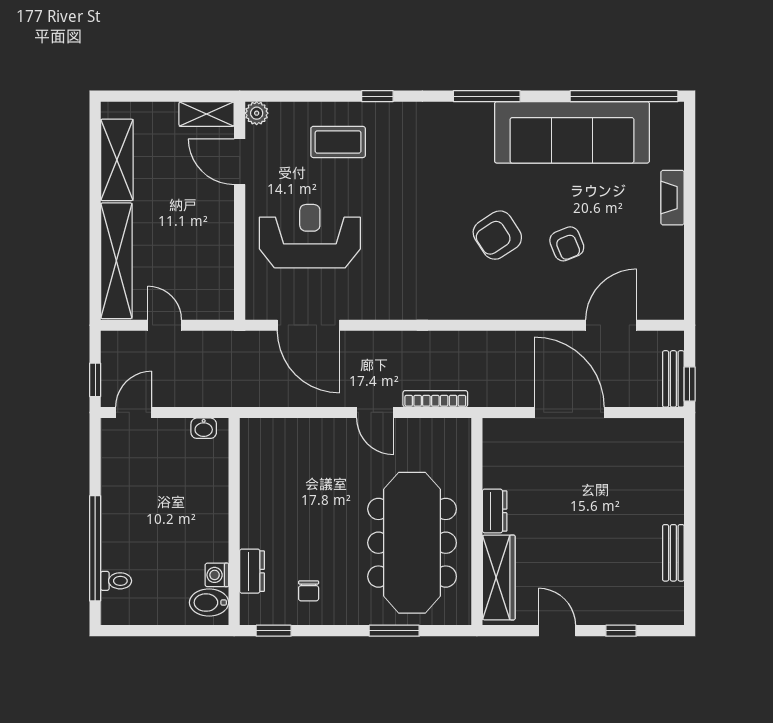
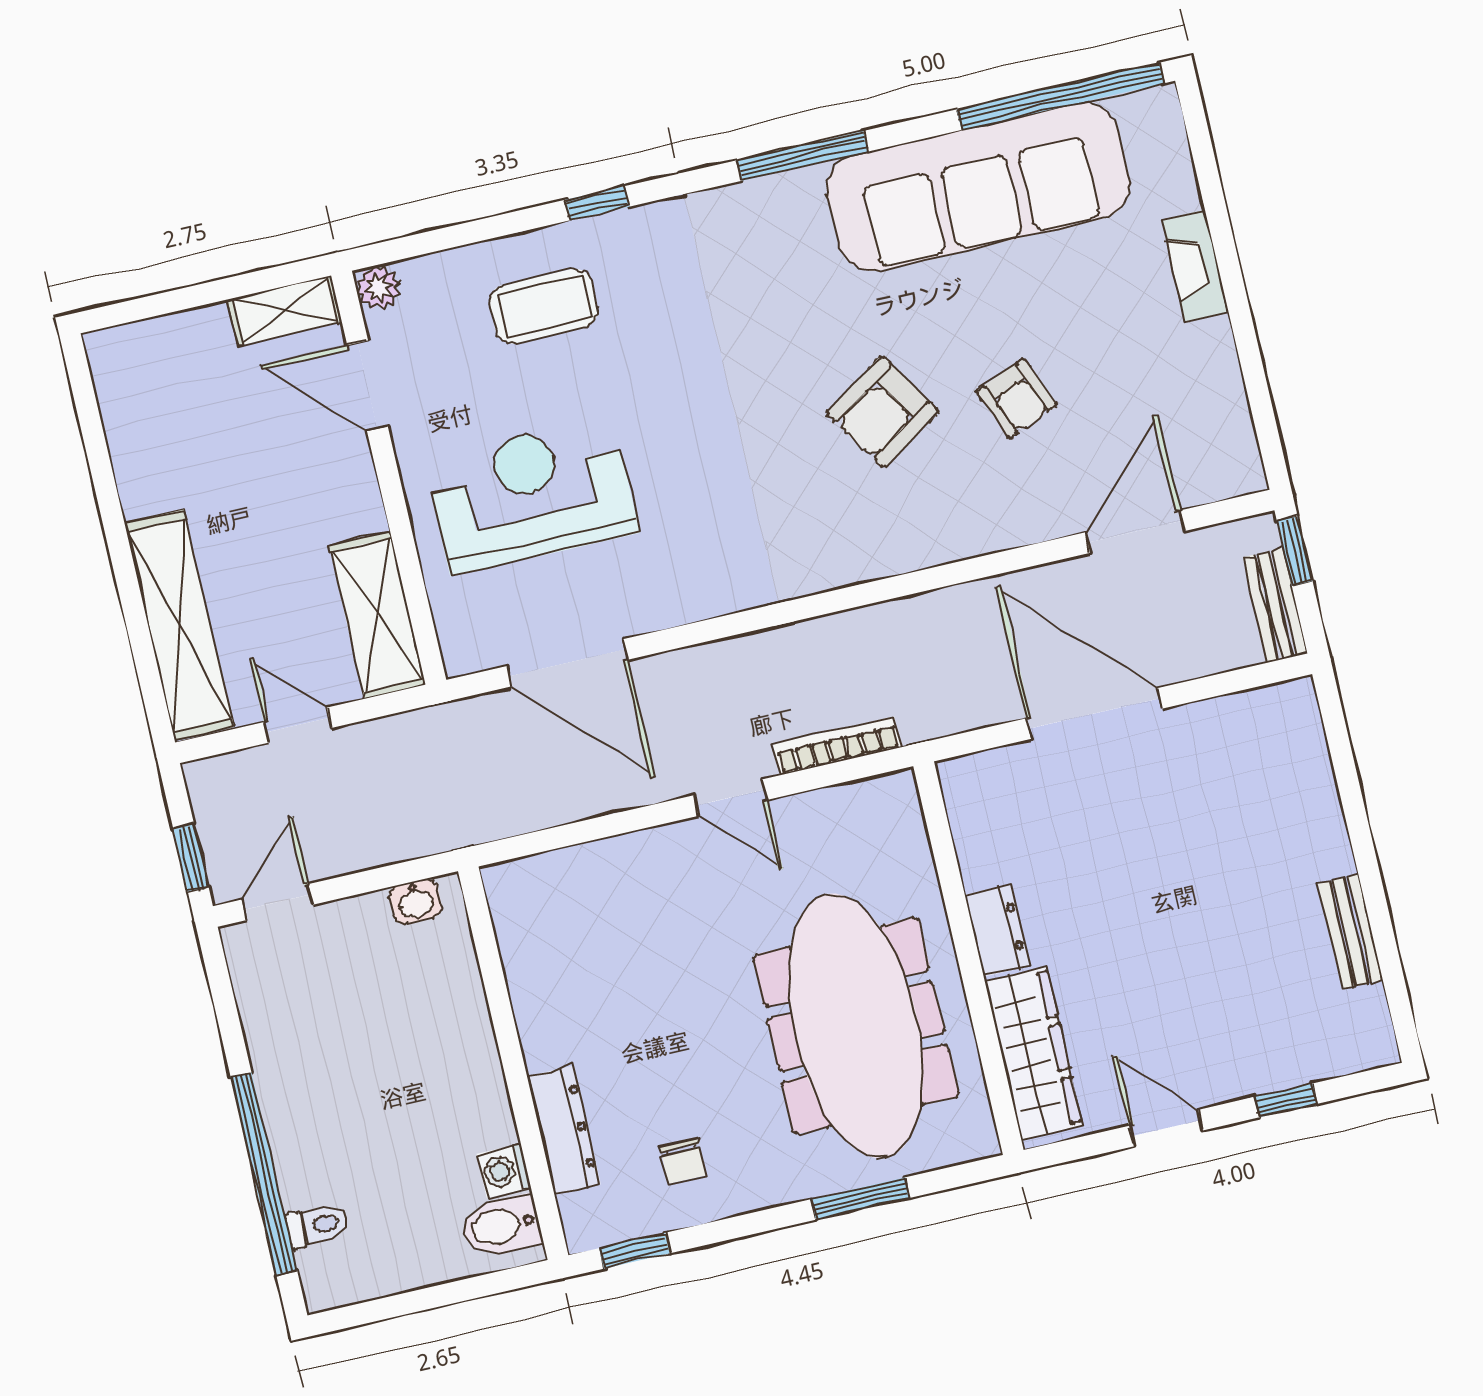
shelving: (117, 160) -> (377, 615), moved
window: (690, 384) -> (1295, 551), moved
dresser: (252, 571) -> (564, 1130), width x1.44

